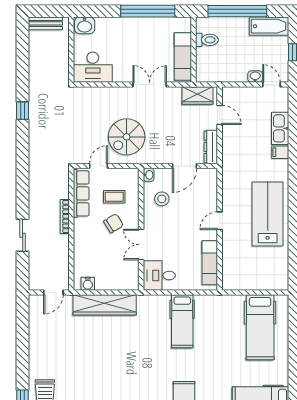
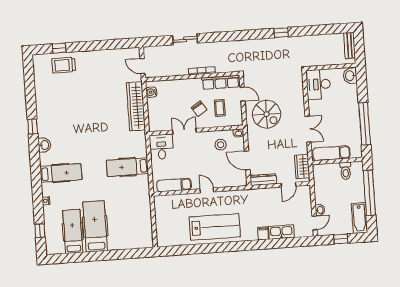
spiral stairs: (127, 137) -> (267, 114), turned 180
hospital bed: (260, 327) -> (95, 226), moved, turned 90

